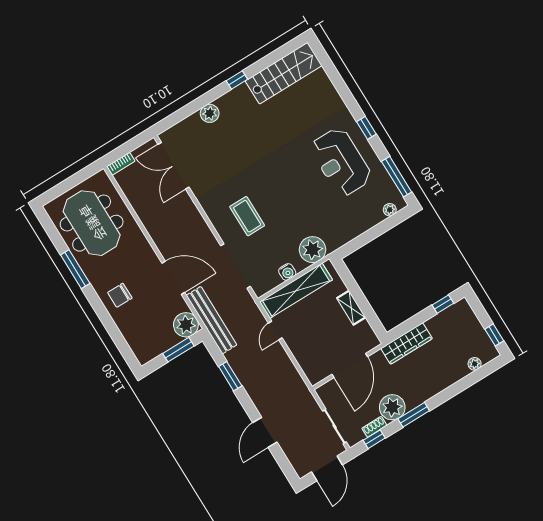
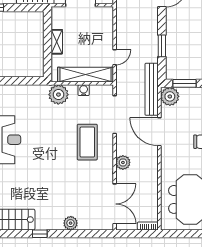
coffee table: (247, 216) -> (87, 142), width x1.36, depth x1.32
plant: (193, 218) -> (123, 162), added

